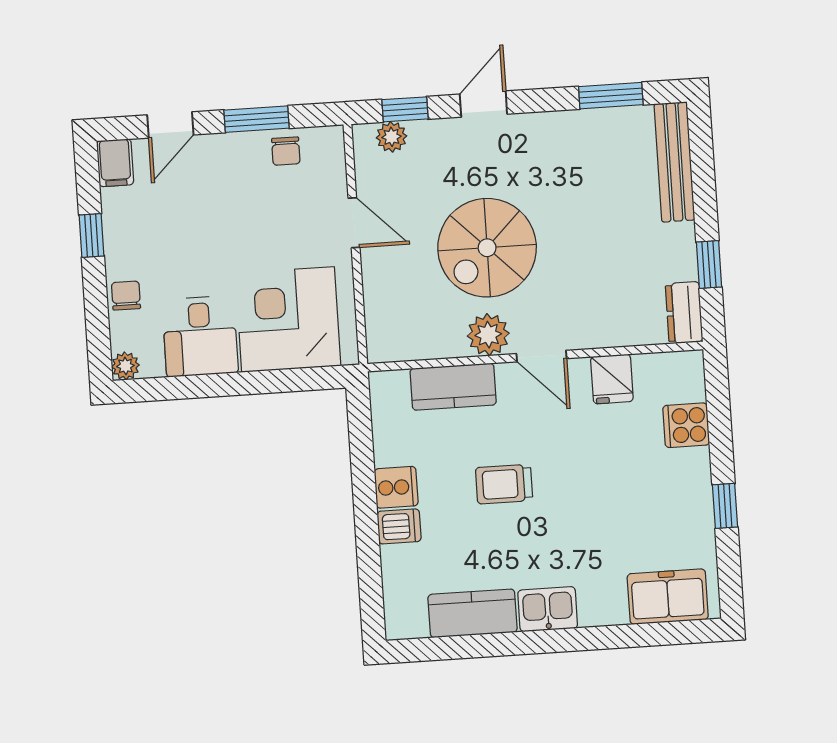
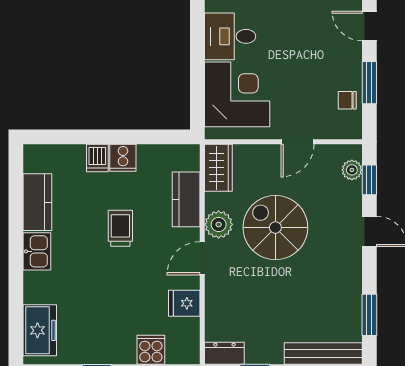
wardrobe: (402, 341) -> (218, 168), added

